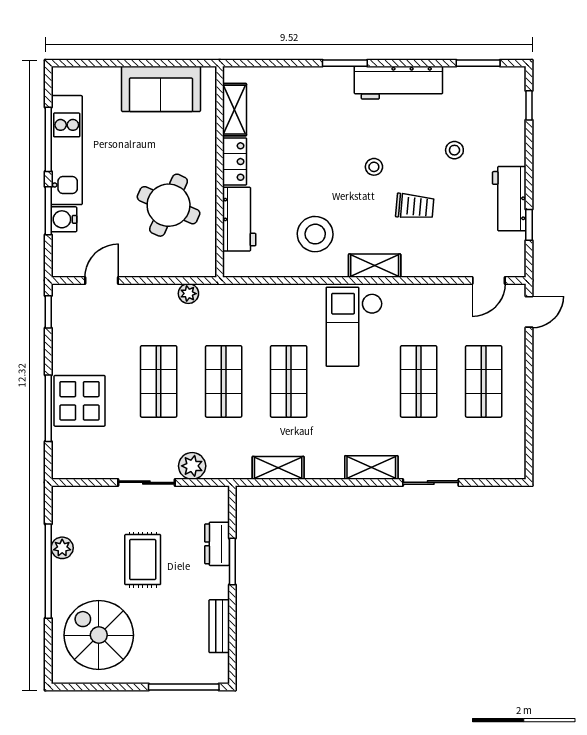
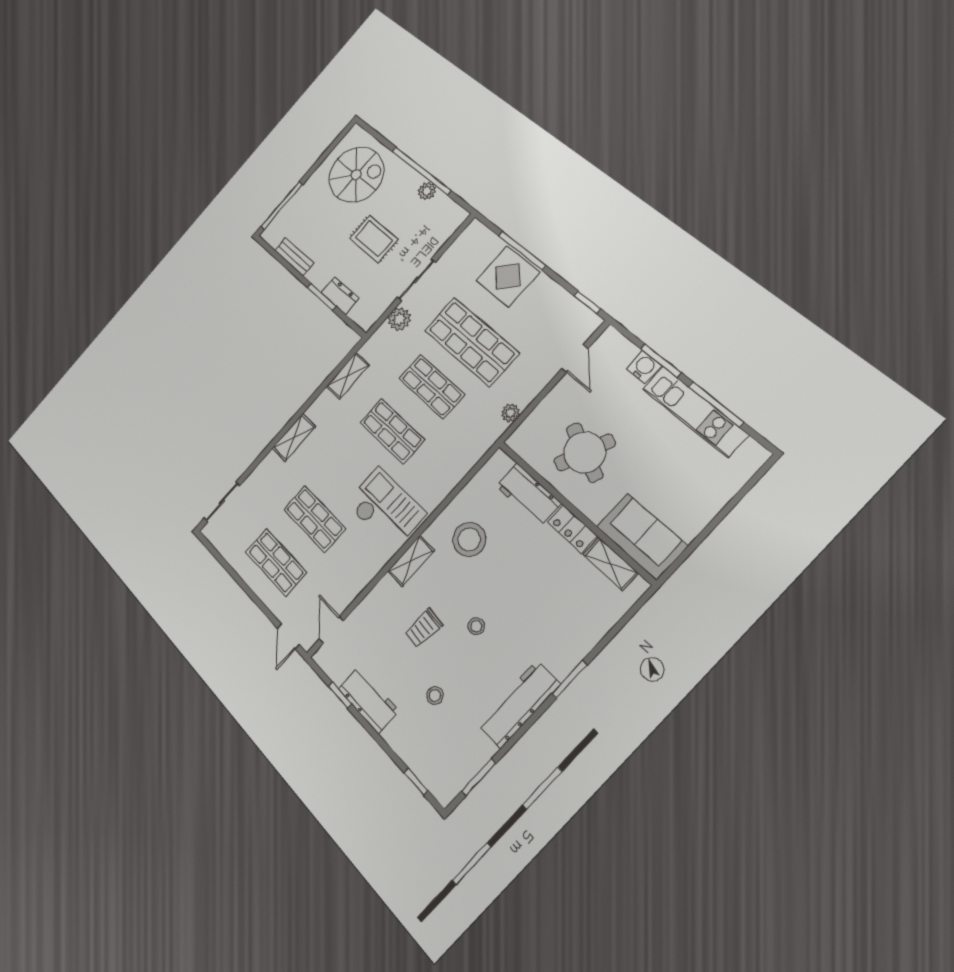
sofa: (161, 89) -> (642, 536), moved, turned 90
shop shelf: (159, 381) -> (471, 342), width x1.43, depth x1.36
sliding door: (431, 482) -> (222, 502), moved

